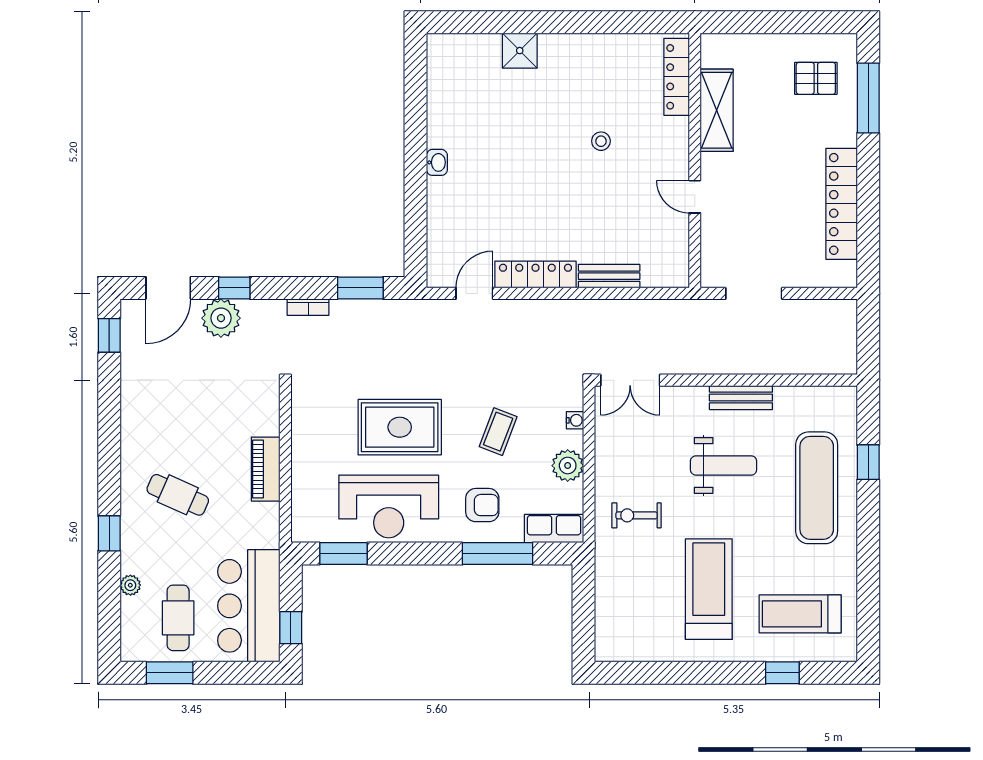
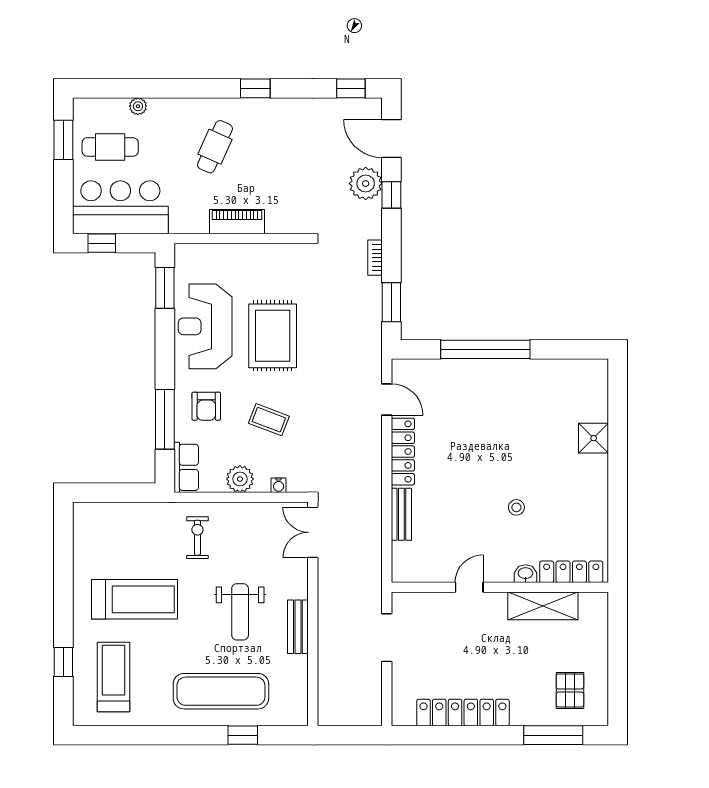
washbasin: (437, 162) -> (525, 574), moved, turned 180
window: (416, 178) -> (485, 349), added
window: (109, 533) -> (255, 88), moved

